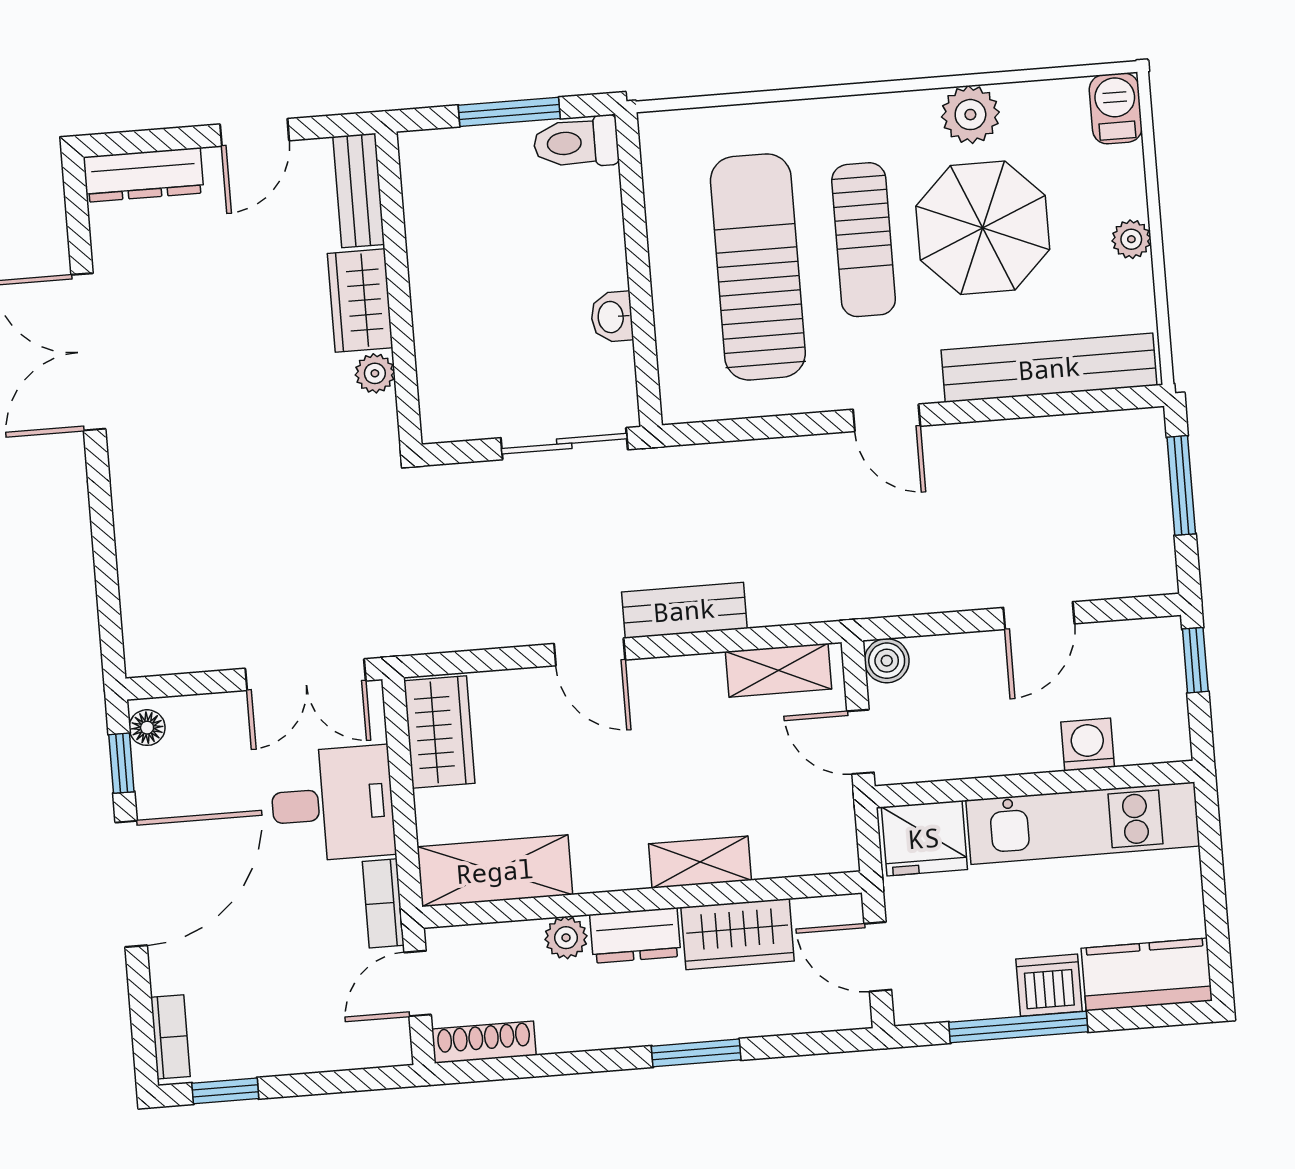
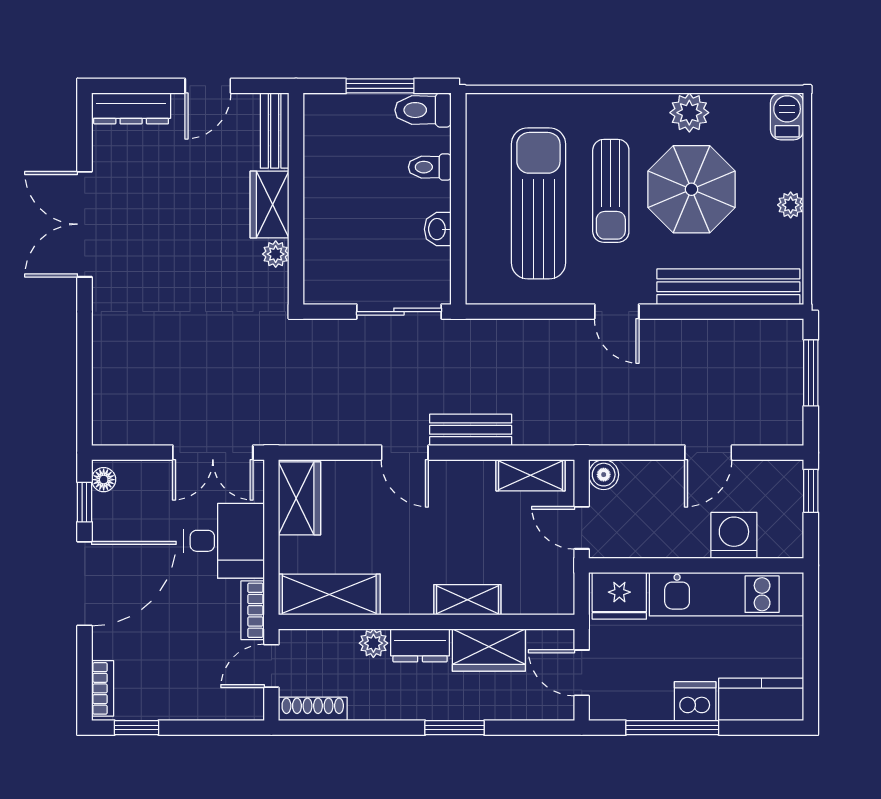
toilet: (593, 226) -> (430, 167), added
washing machine: (1088, 744) -> (734, 535), width x1.38, depth x1.38

